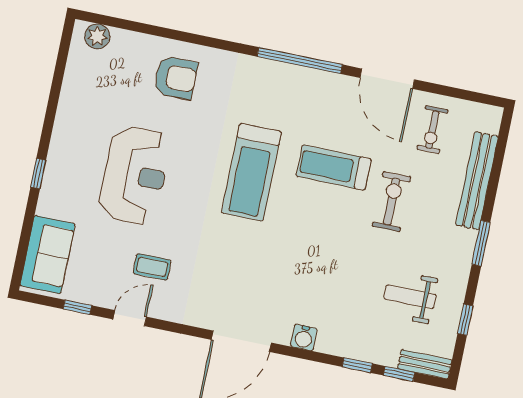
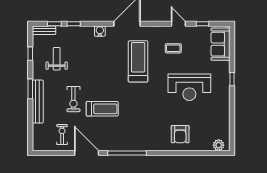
armchair: (176, 78) -> (180, 134), turned -90
treadmill: (251, 172) -> (138, 61), moved
reception desk: (135, 175) -> (189, 87), turned -90
bench: (477, 181) -> (38, 102), moved
weight bench: (410, 297) -> (57, 59), turned -90
door: (130, 318) -> (178, 24), swing flipped

